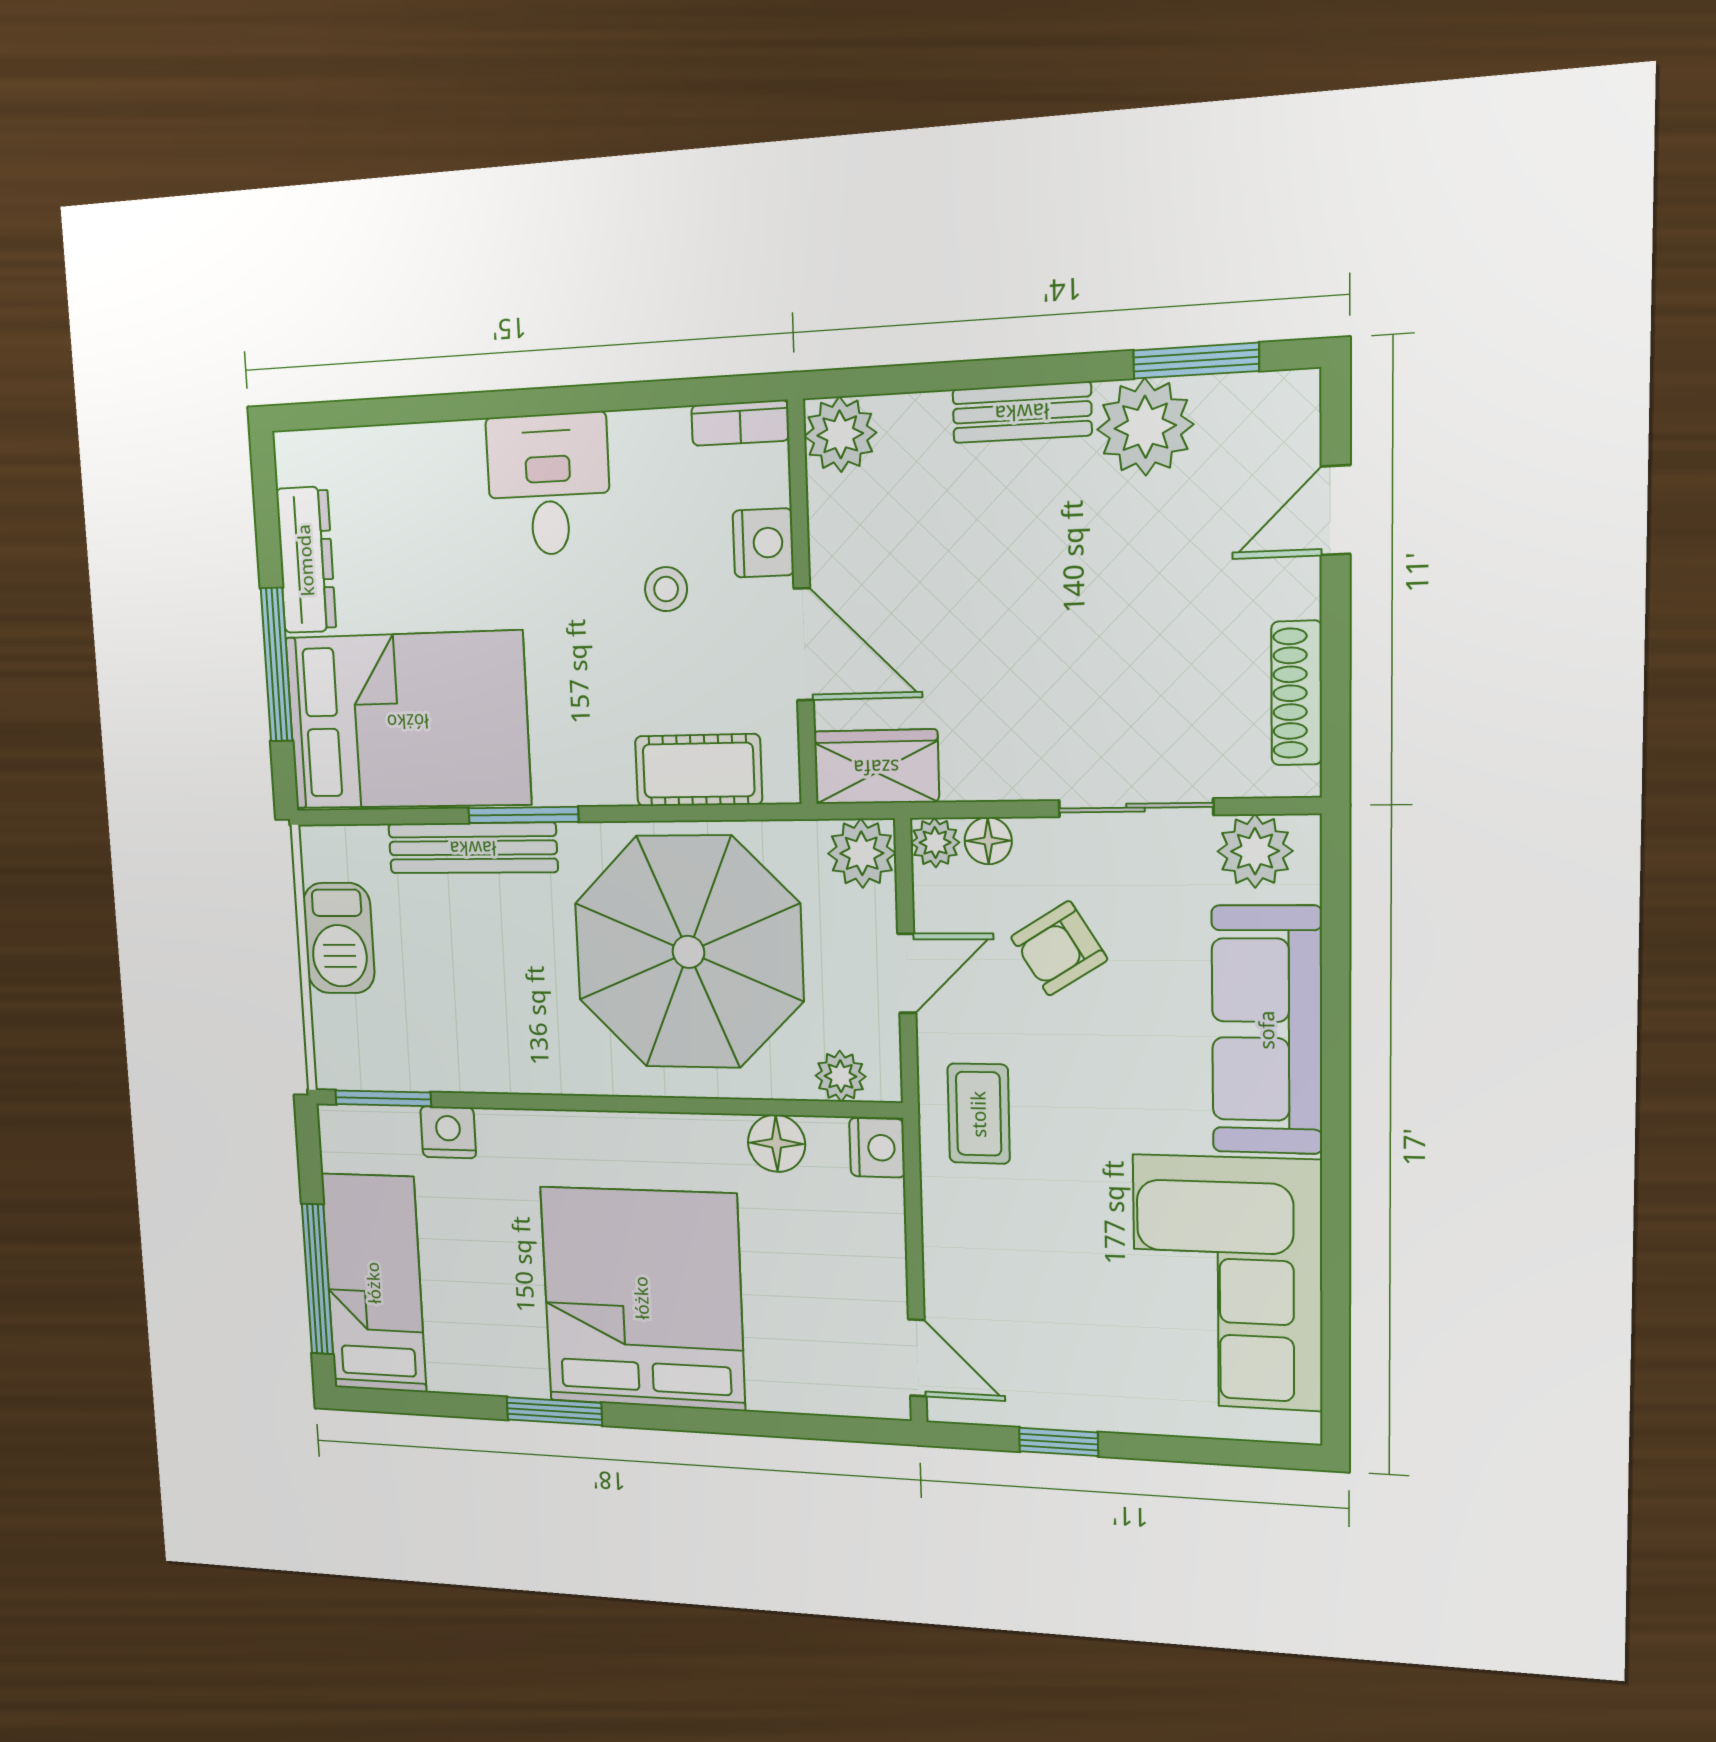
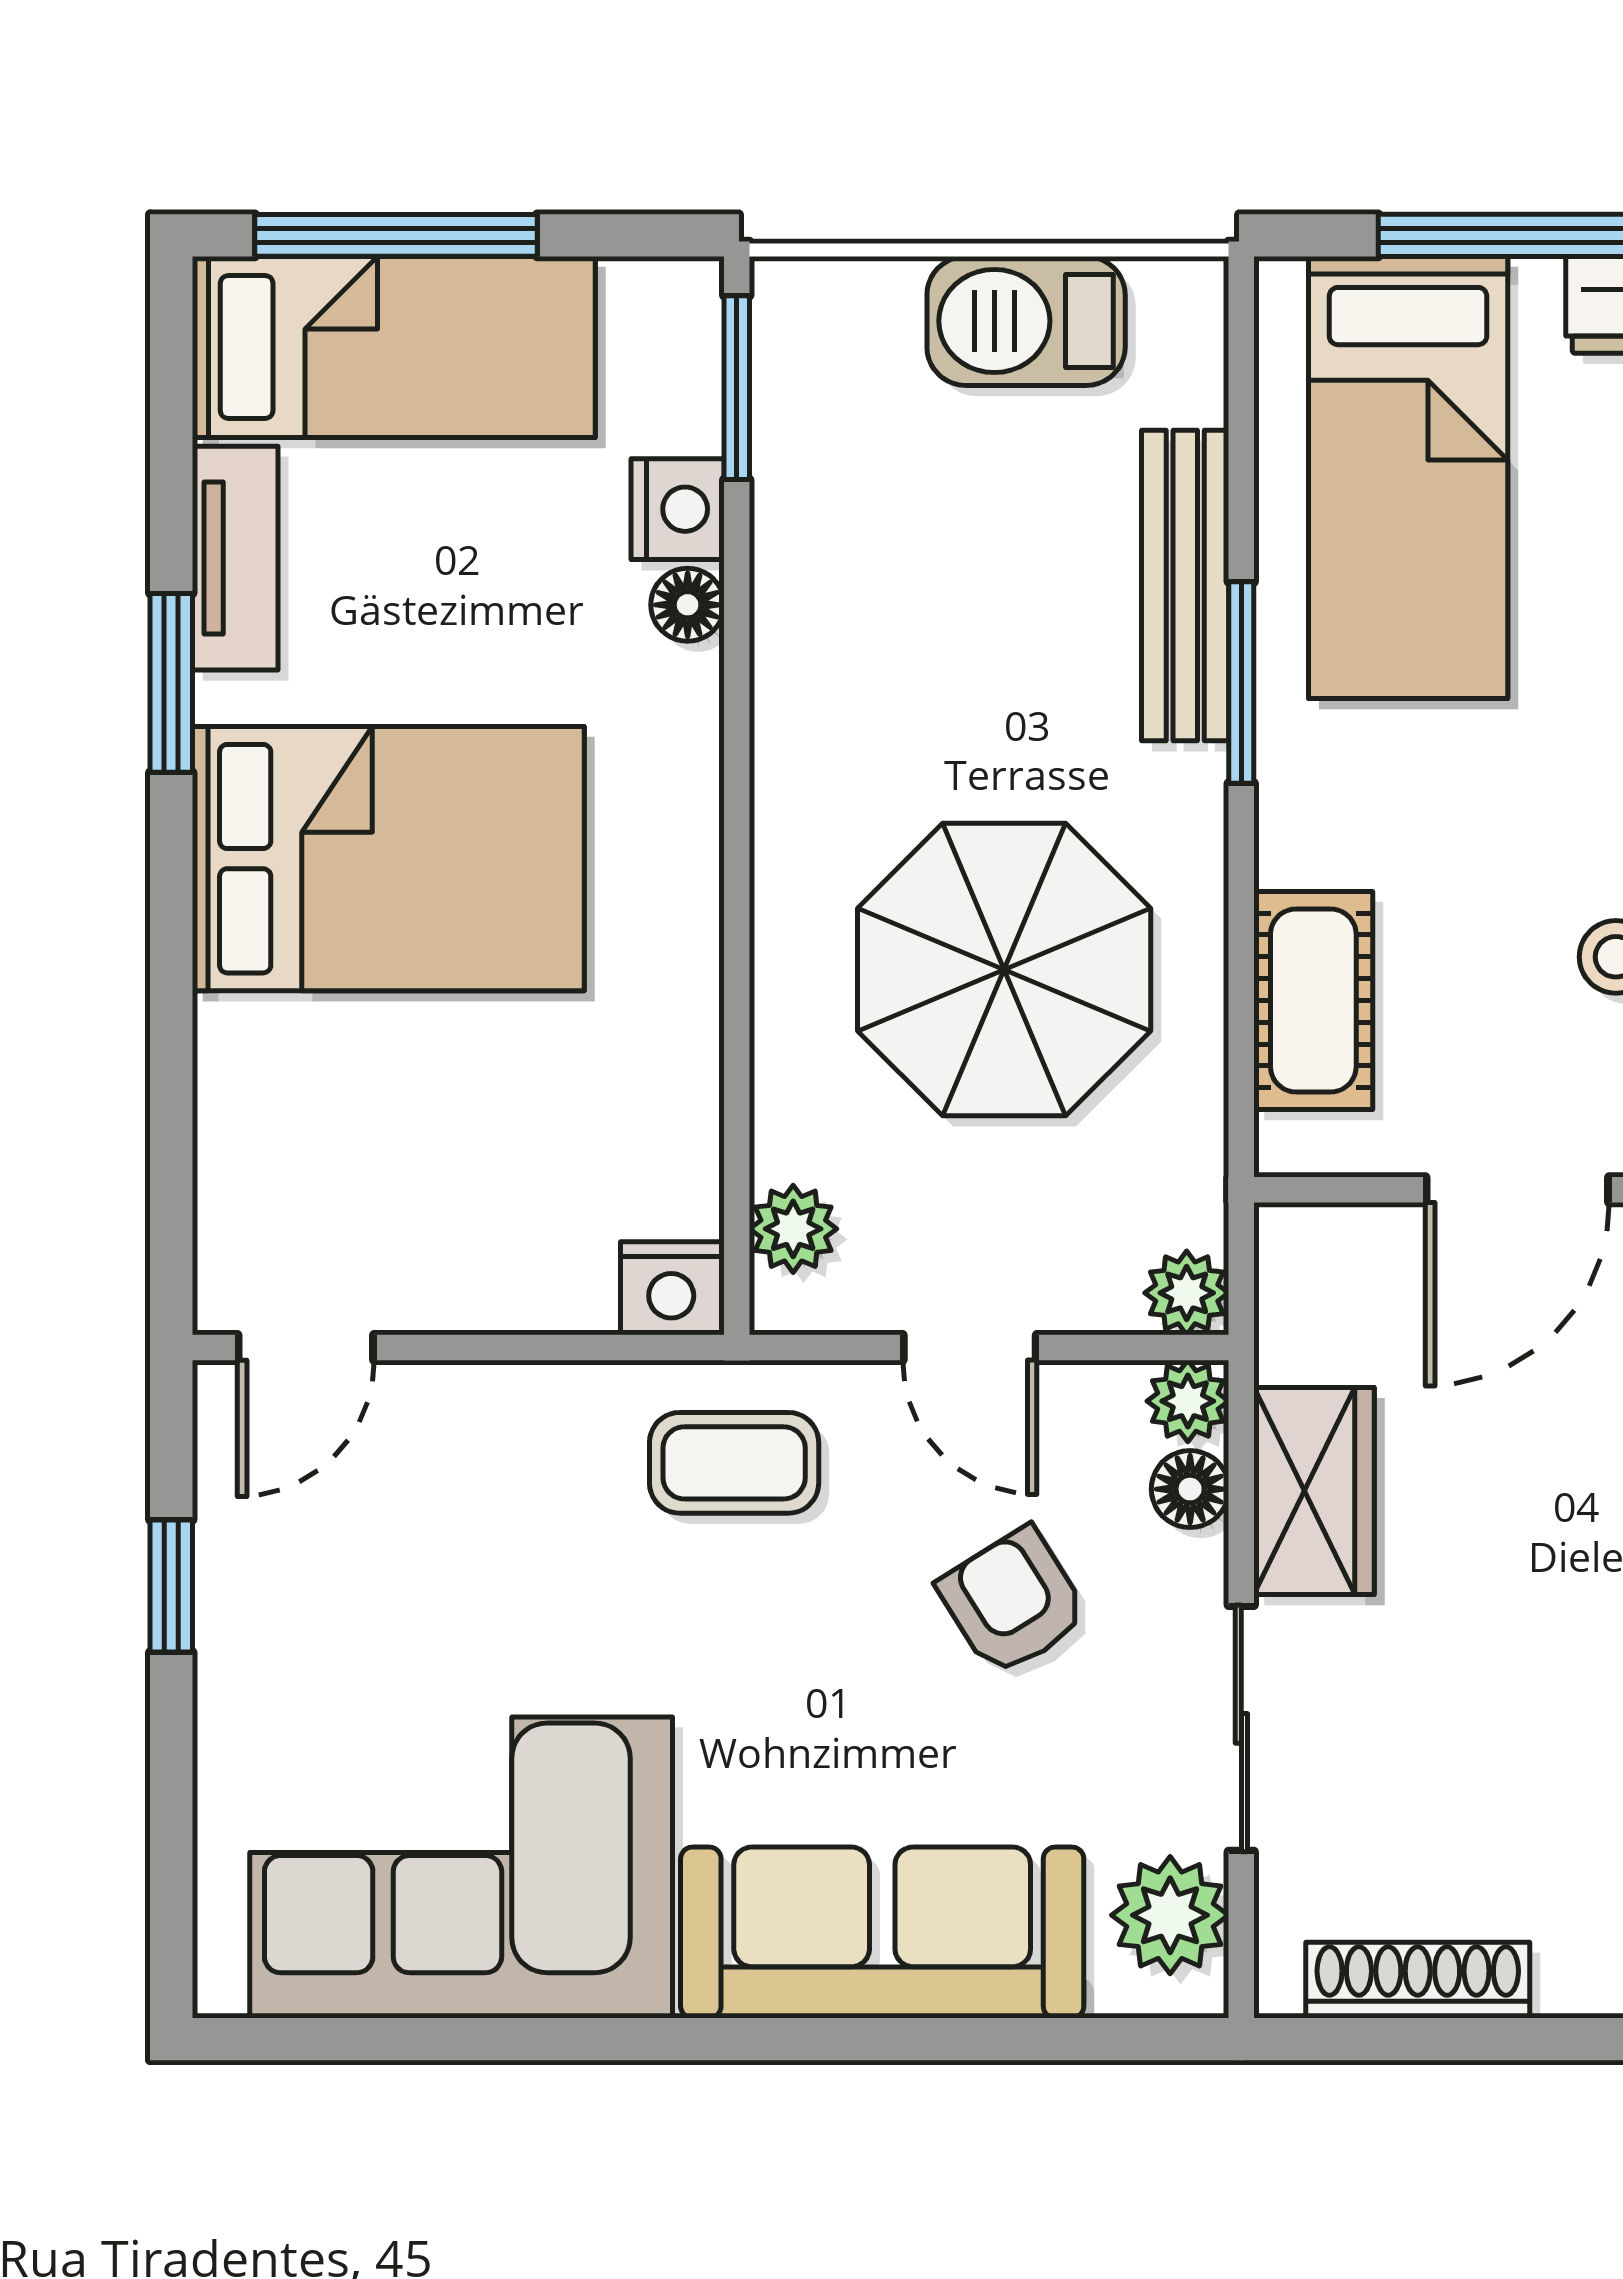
bed: (408, 721) -> (1408, 478), width x0.67
wardrobe: (876, 767) -> (1314, 1491), moved
plant: (862, 853) -> (1187, 1293), width x0.73, depth x0.73
parasol: (688, 952) -> (1004, 970), width x0.73, depth x0.73
floor lamp: (777, 1143) -> (688, 605), moved, width x0.73, depth x0.73
bed: (642, 1298) -> (388, 859), width x0.73
tv unit: (487, 1373) -> (235, 558), added

